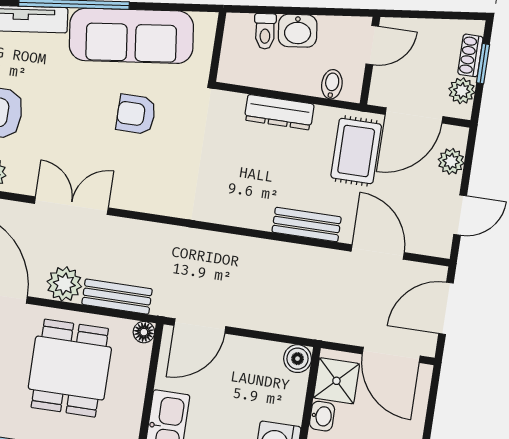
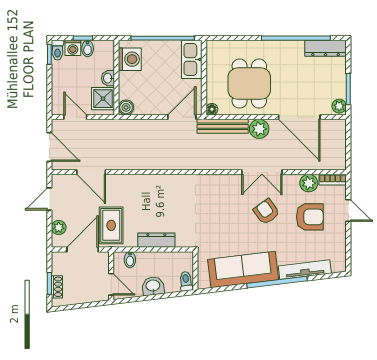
toilet: (265, 31) -> (186, 281), moved
door: (372, 45) -> (111, 284), swing flipped
plant: (462, 91) -> (59, 267), removed
armchair: (136, 114) -> (266, 212), moved, turned -126
bench: (307, 225) -> (132, 181), removed
bench: (117, 297) -> (223, 126), width x1.36
door: (446, 308) -> (49, 147), hinge flipped
door: (391, 355) -> (75, 117), width x0.73

